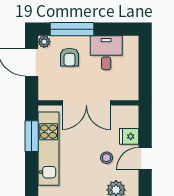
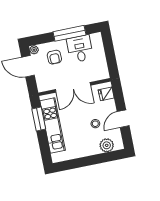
window: (72, 29) -> (69, 33), moved
fridge: (129, 136) -> (106, 94), moved

